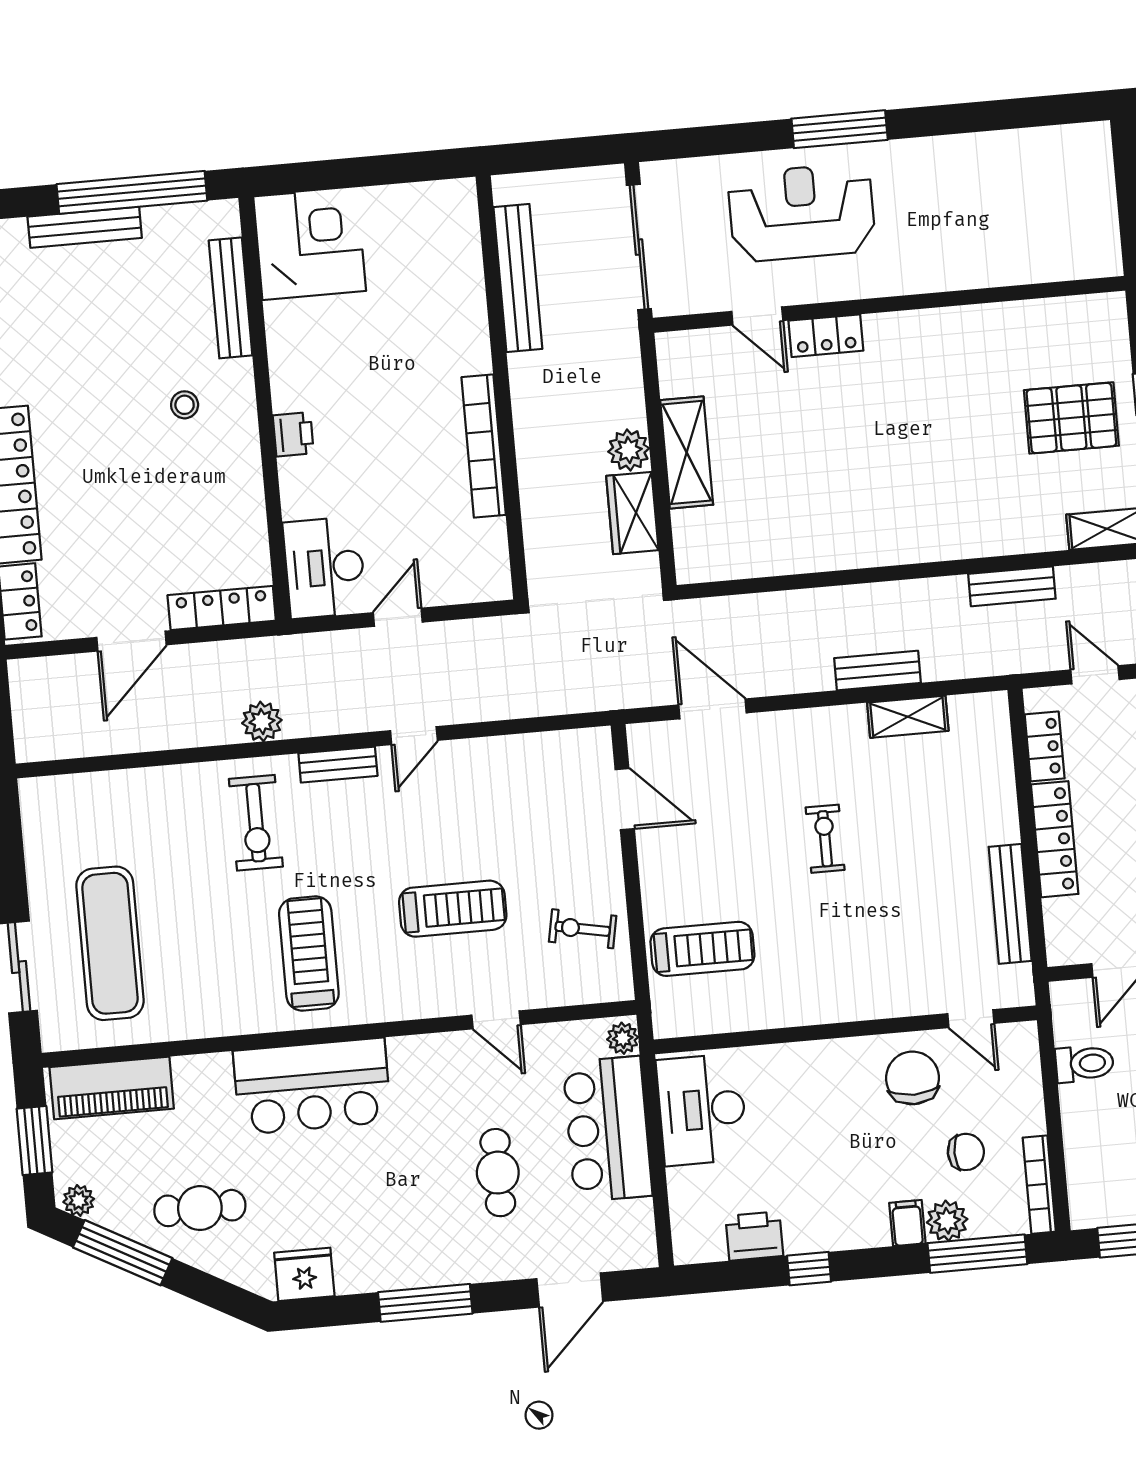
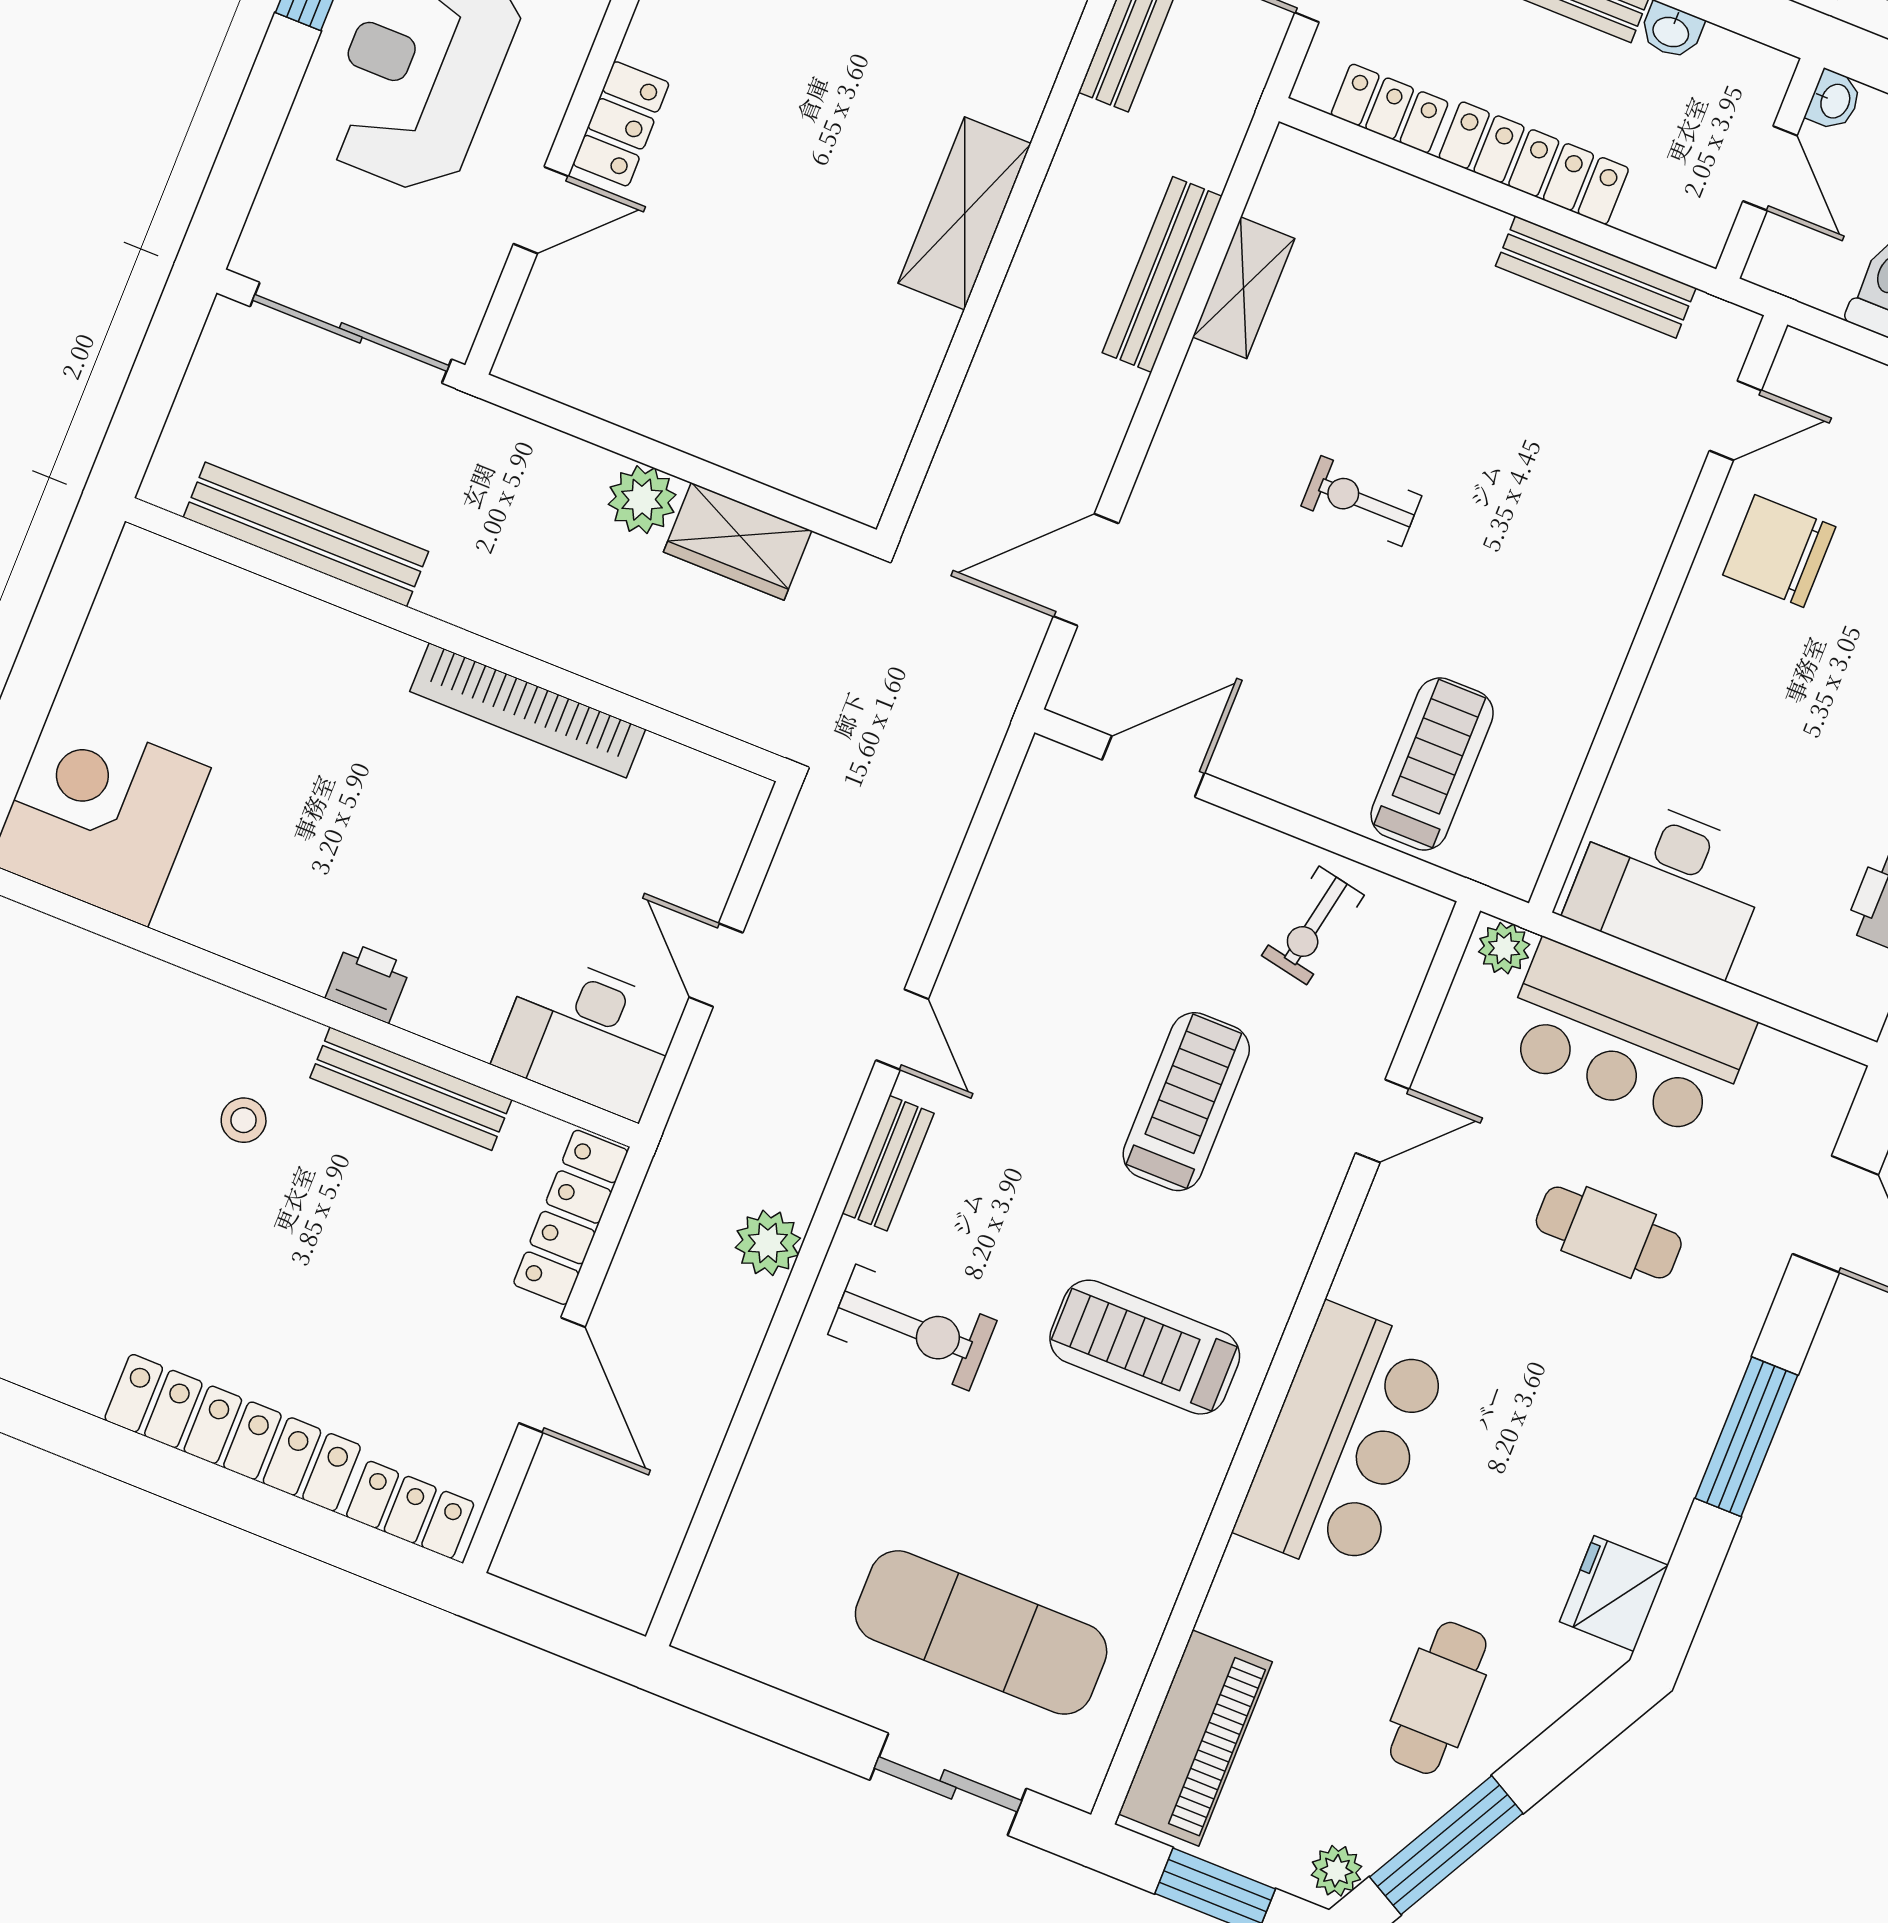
bench: (231, 298) -> (411, 1089), moved
shelving: (687, 452) -> (965, 213), moved, turned 90
bench: (878, 671) -> (1162, 274), width x1.36

